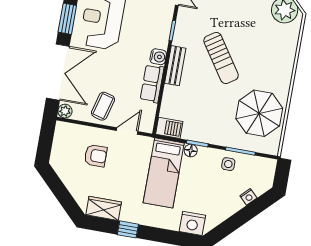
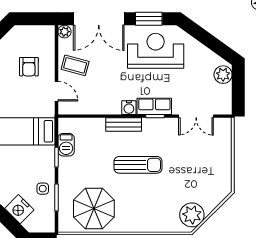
sun lounger: (221, 58) -> (138, 165), turned -146
row of seats: (152, 84) -> (154, 106), moved
barbecue: (169, 128) -> (66, 145), moved
floor lamp: (191, 151) -> (49, 152), removed
nightstand: (248, 197) -> (19, 209), width x1.89, depth x1.79

